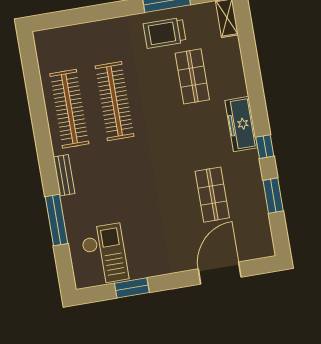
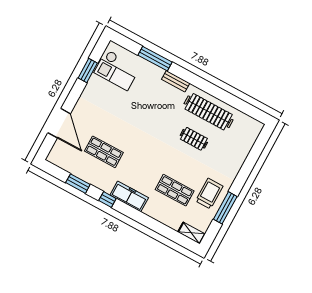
clothes rail: (115, 101) -> (194, 139), width x0.54, depth x0.76

